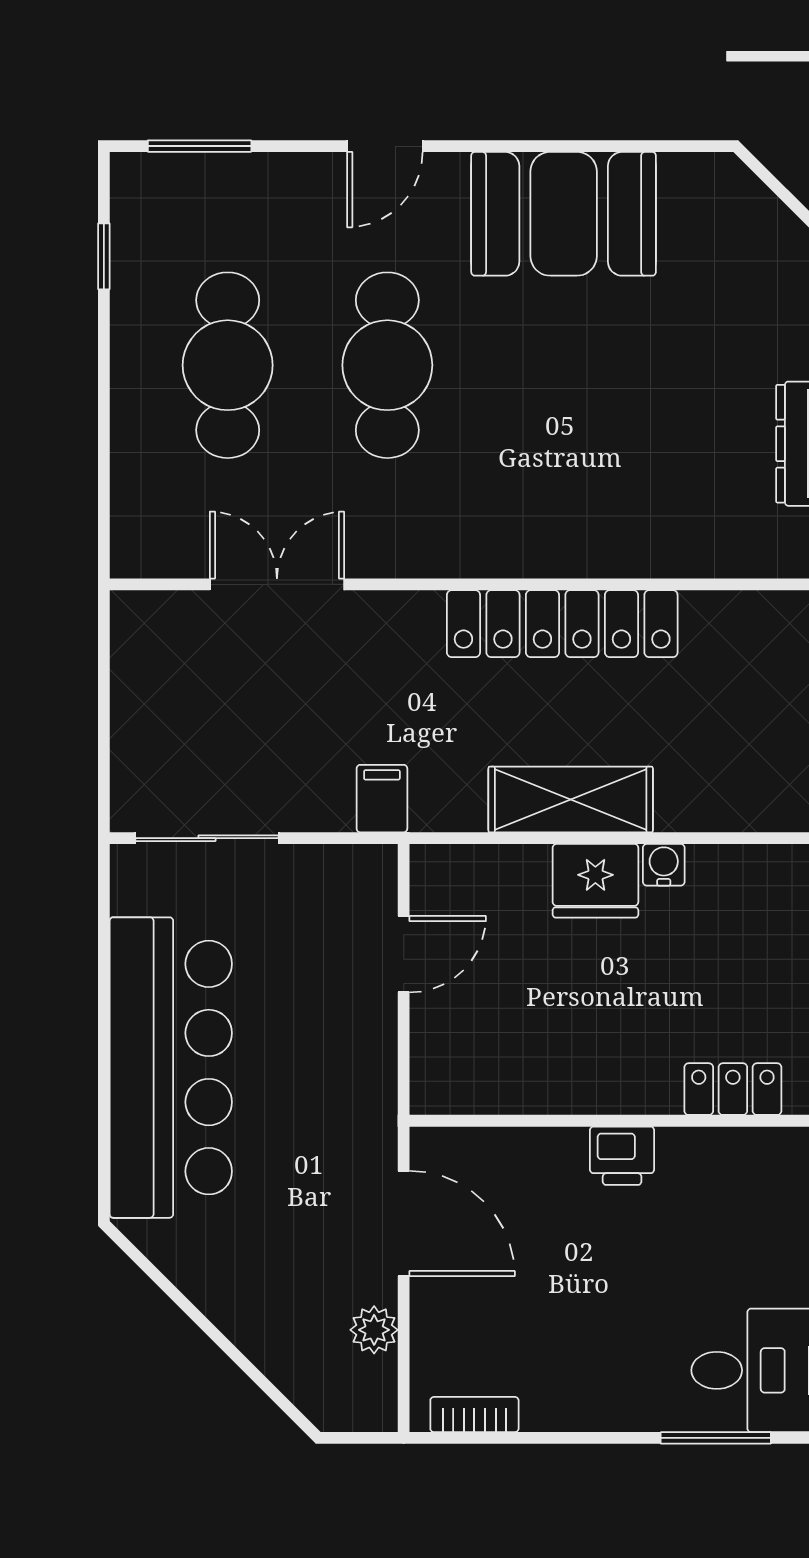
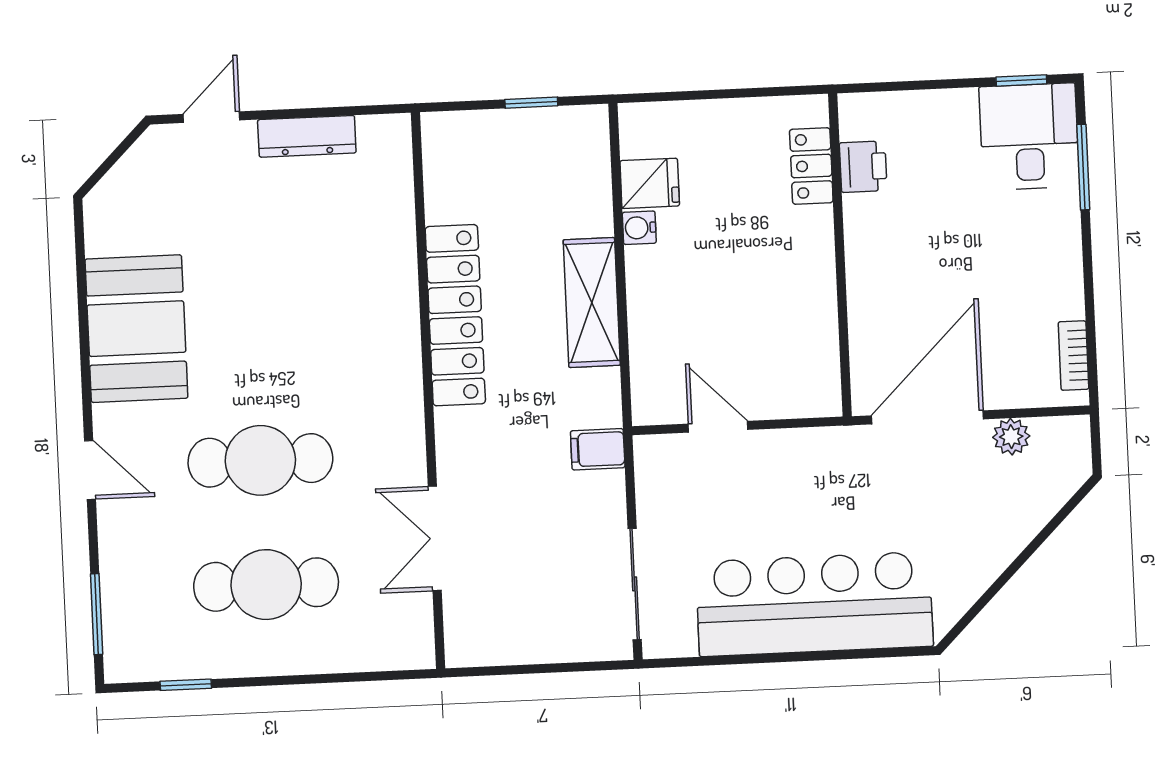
fridge: (595, 881) -> (650, 183), moved, width x0.72
printer: (622, 1156) -> (863, 167), moved
door: (404, 1224) -> (927, 417), width x1.36

